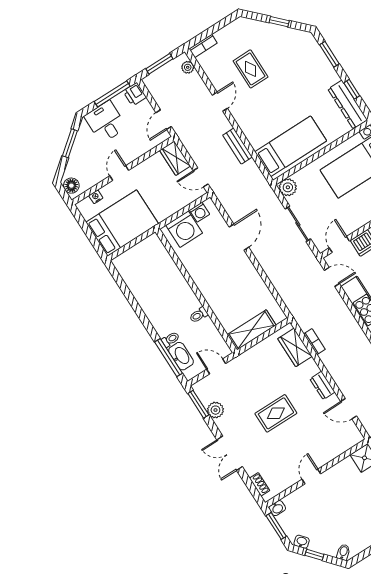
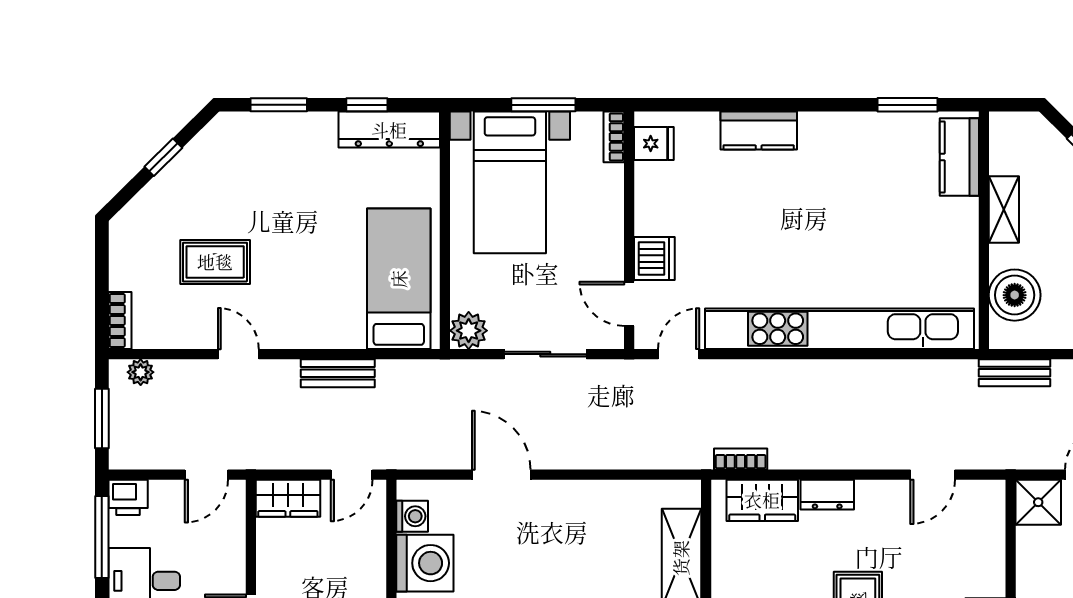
door: (164, 120) -> (206, 475), hinge flipped
bookcase: (314, 342) -> (741, 459), moved
dresser: (322, 385) -> (827, 495), moved

